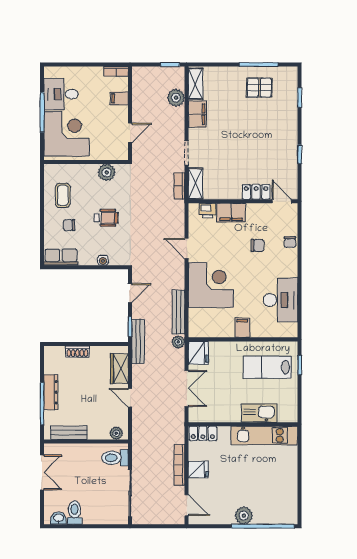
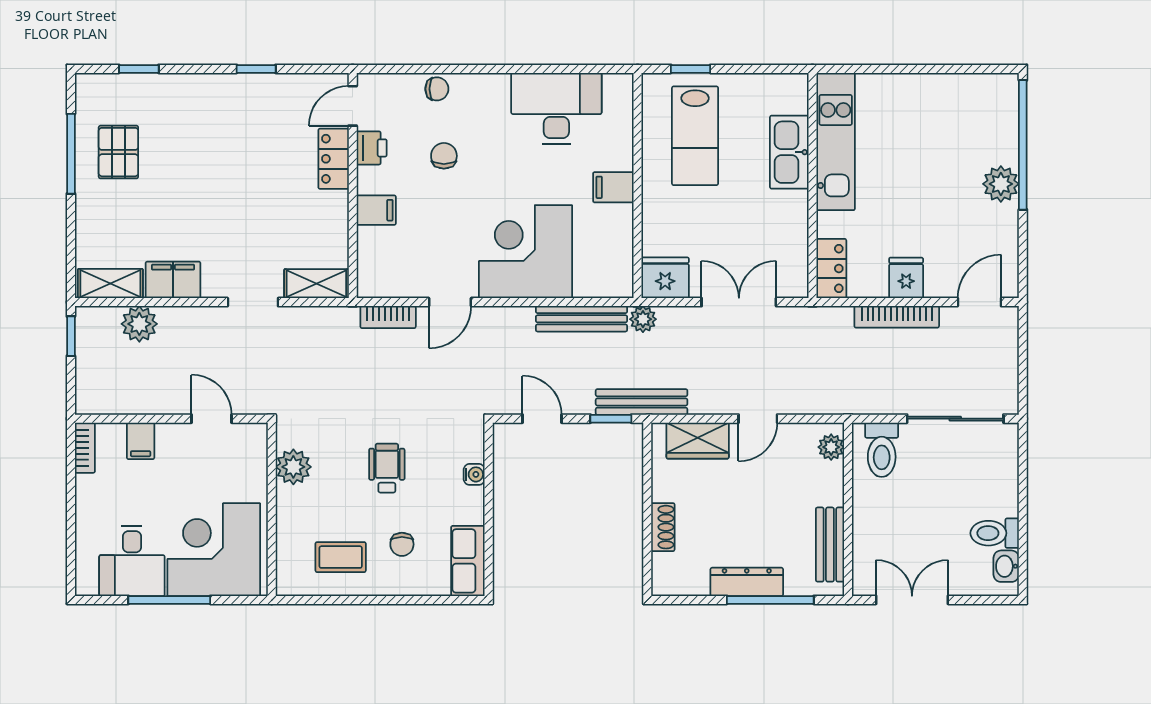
bookcase: (179, 186) -> (388, 317), moved
printer: (208, 210) -> (372, 148), moved
filing cabinet: (231, 213) -> (376, 210), width x0.50

